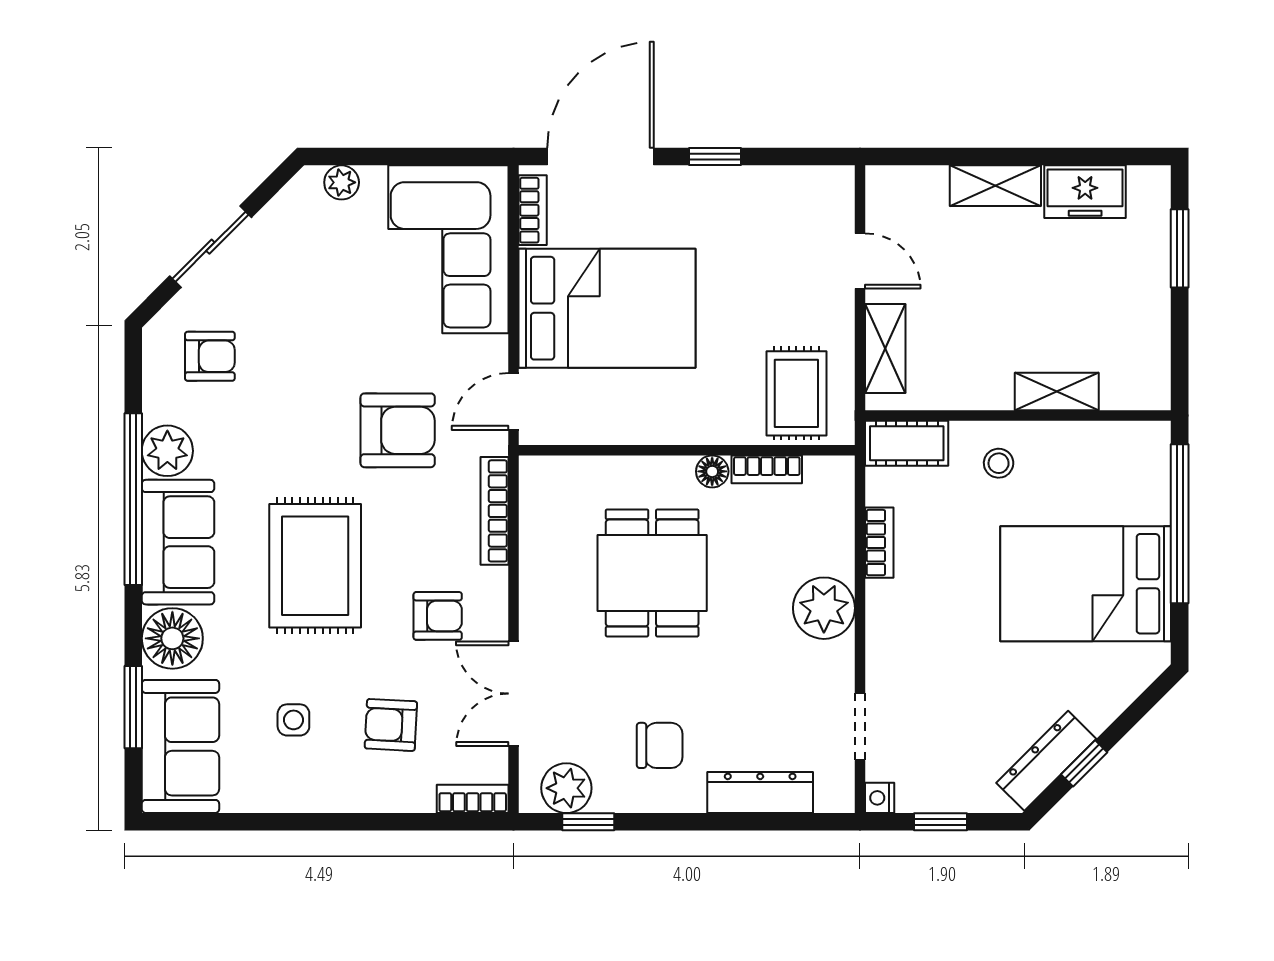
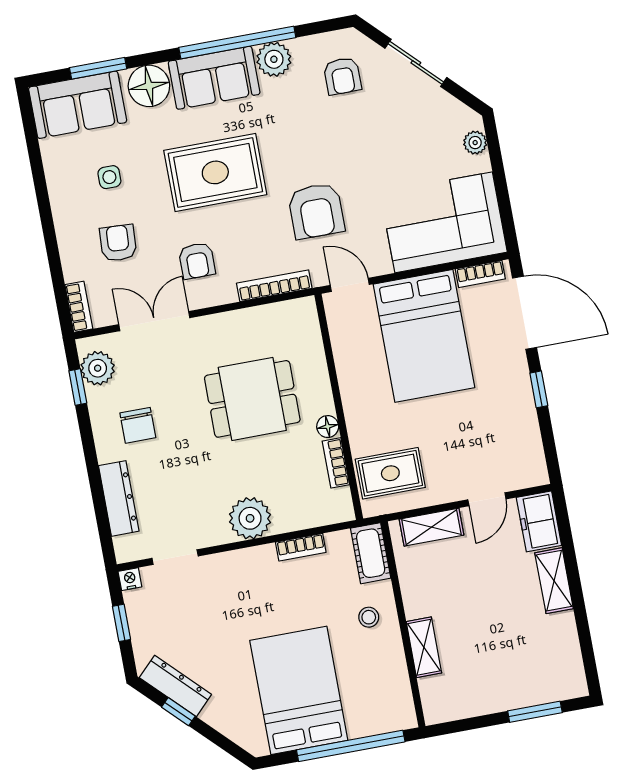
freezer: (1085, 192) -> (539, 521), moved

